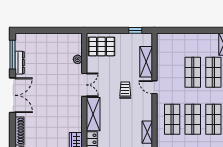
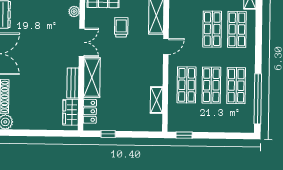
door: (154, 87) -> (166, 46), swing flipped
trolley: (125, 90) -> (121, 27), moved
bench: (77, 119) -> (73, 83), added

